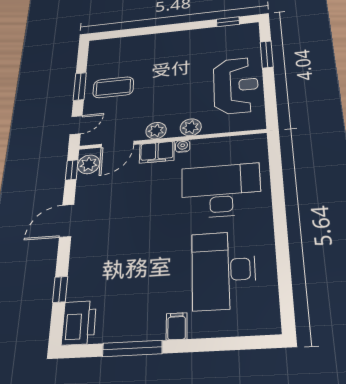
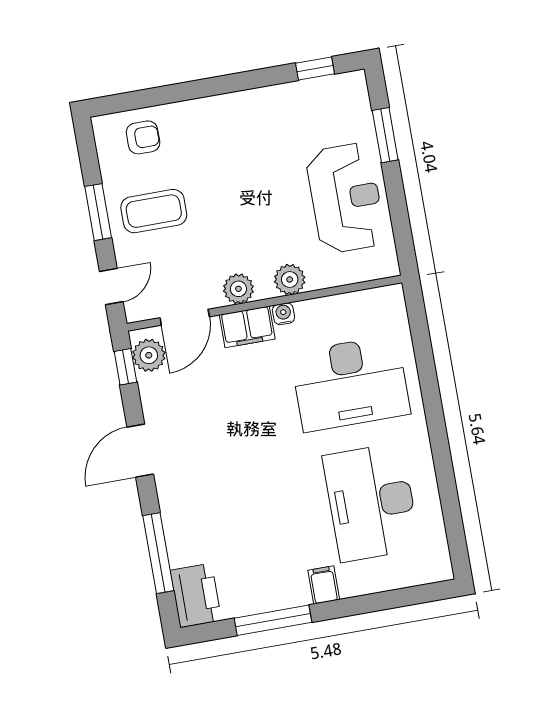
armchair: (117, 51) -> (143, 137), added
desk: (221, 190) -> (350, 383), turned 180
window: (60, 289) -> (158, 553), width x2.17

